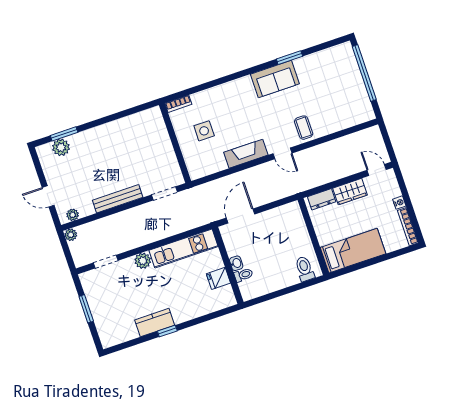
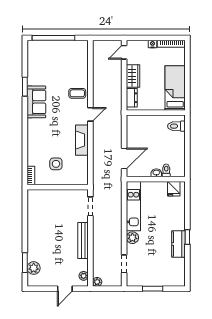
door: (240, 216) -> (124, 159), swing flipped
fridge: (218, 278) -> (174, 189), moved

